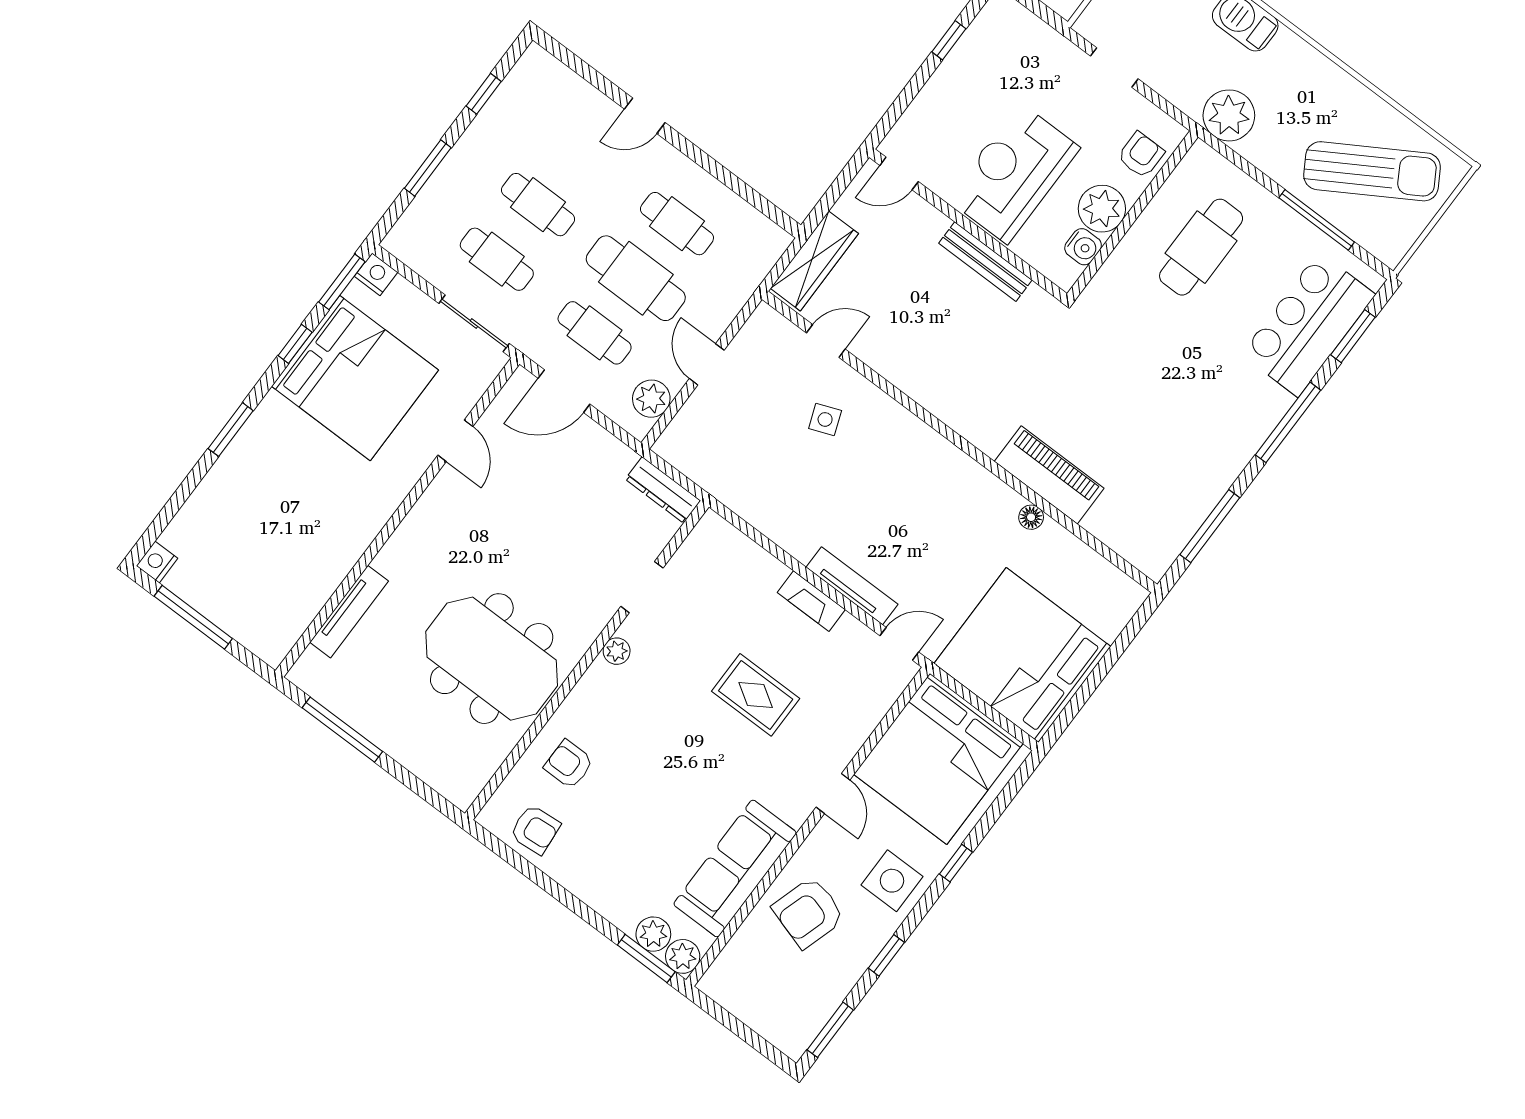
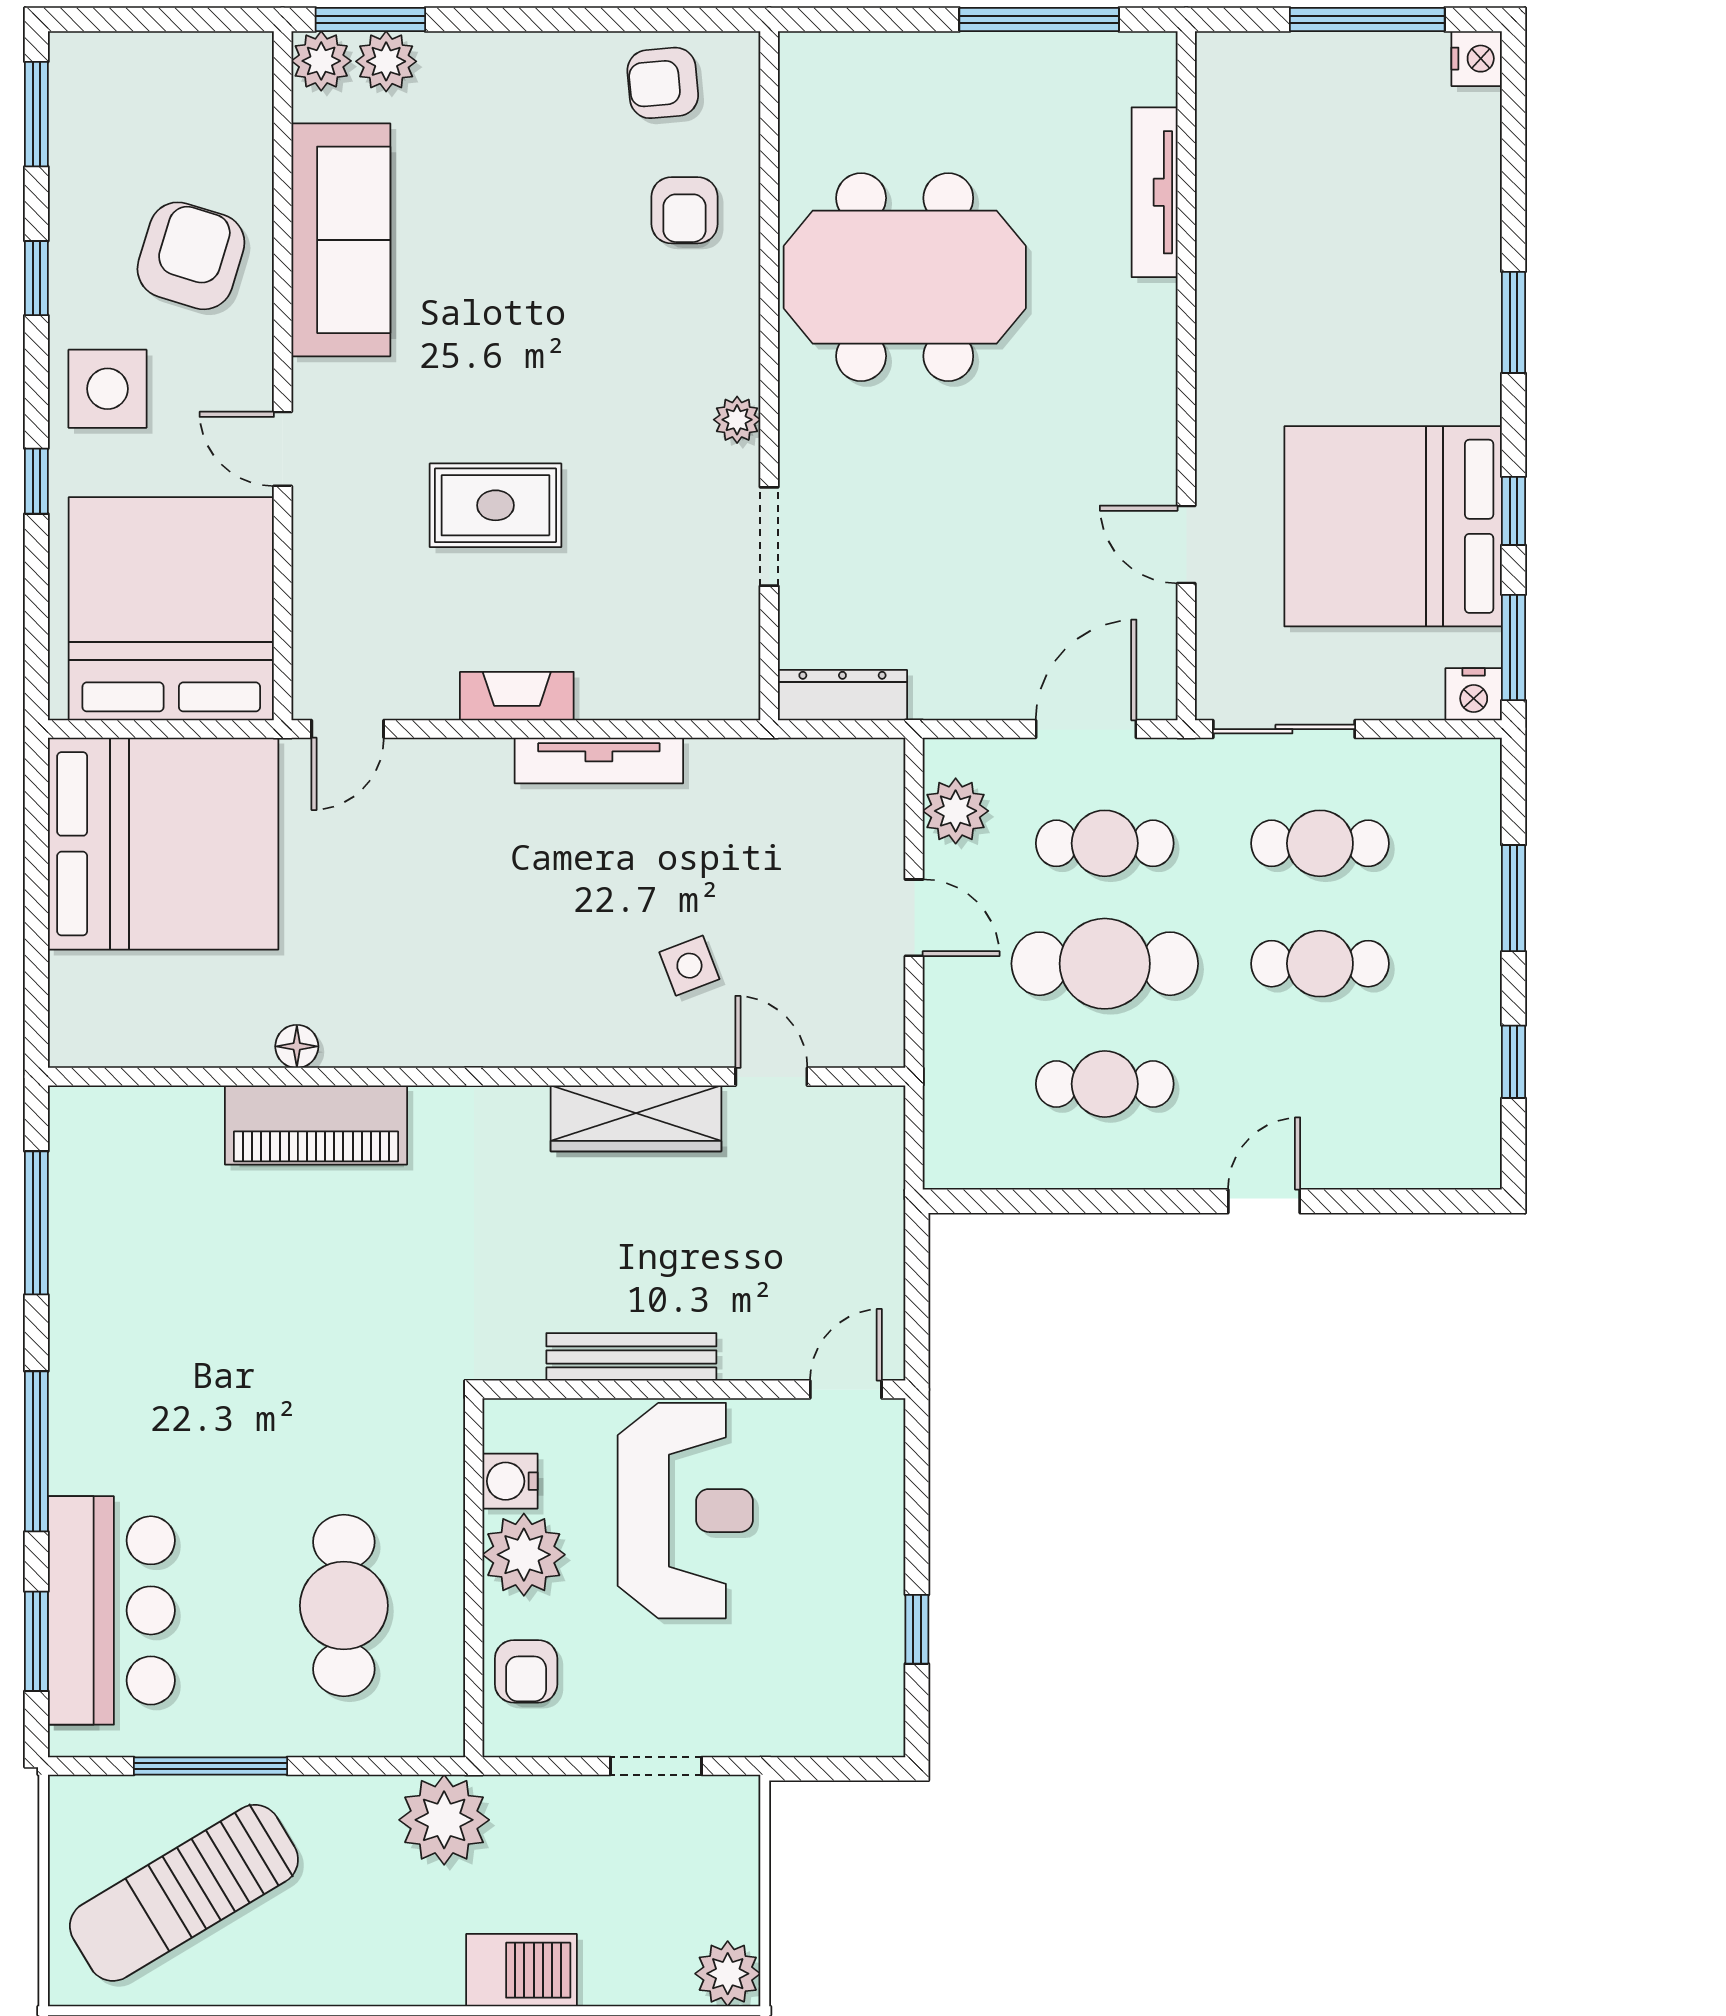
wardrobe: (814, 261) -> (636, 1118), moved, turned -90
door: (826, 341) -> (771, 1077), swing flipped
tv unit: (852, 586) -> (599, 761), moved
armchair: (569, 764) -> (685, 210), turned 90

